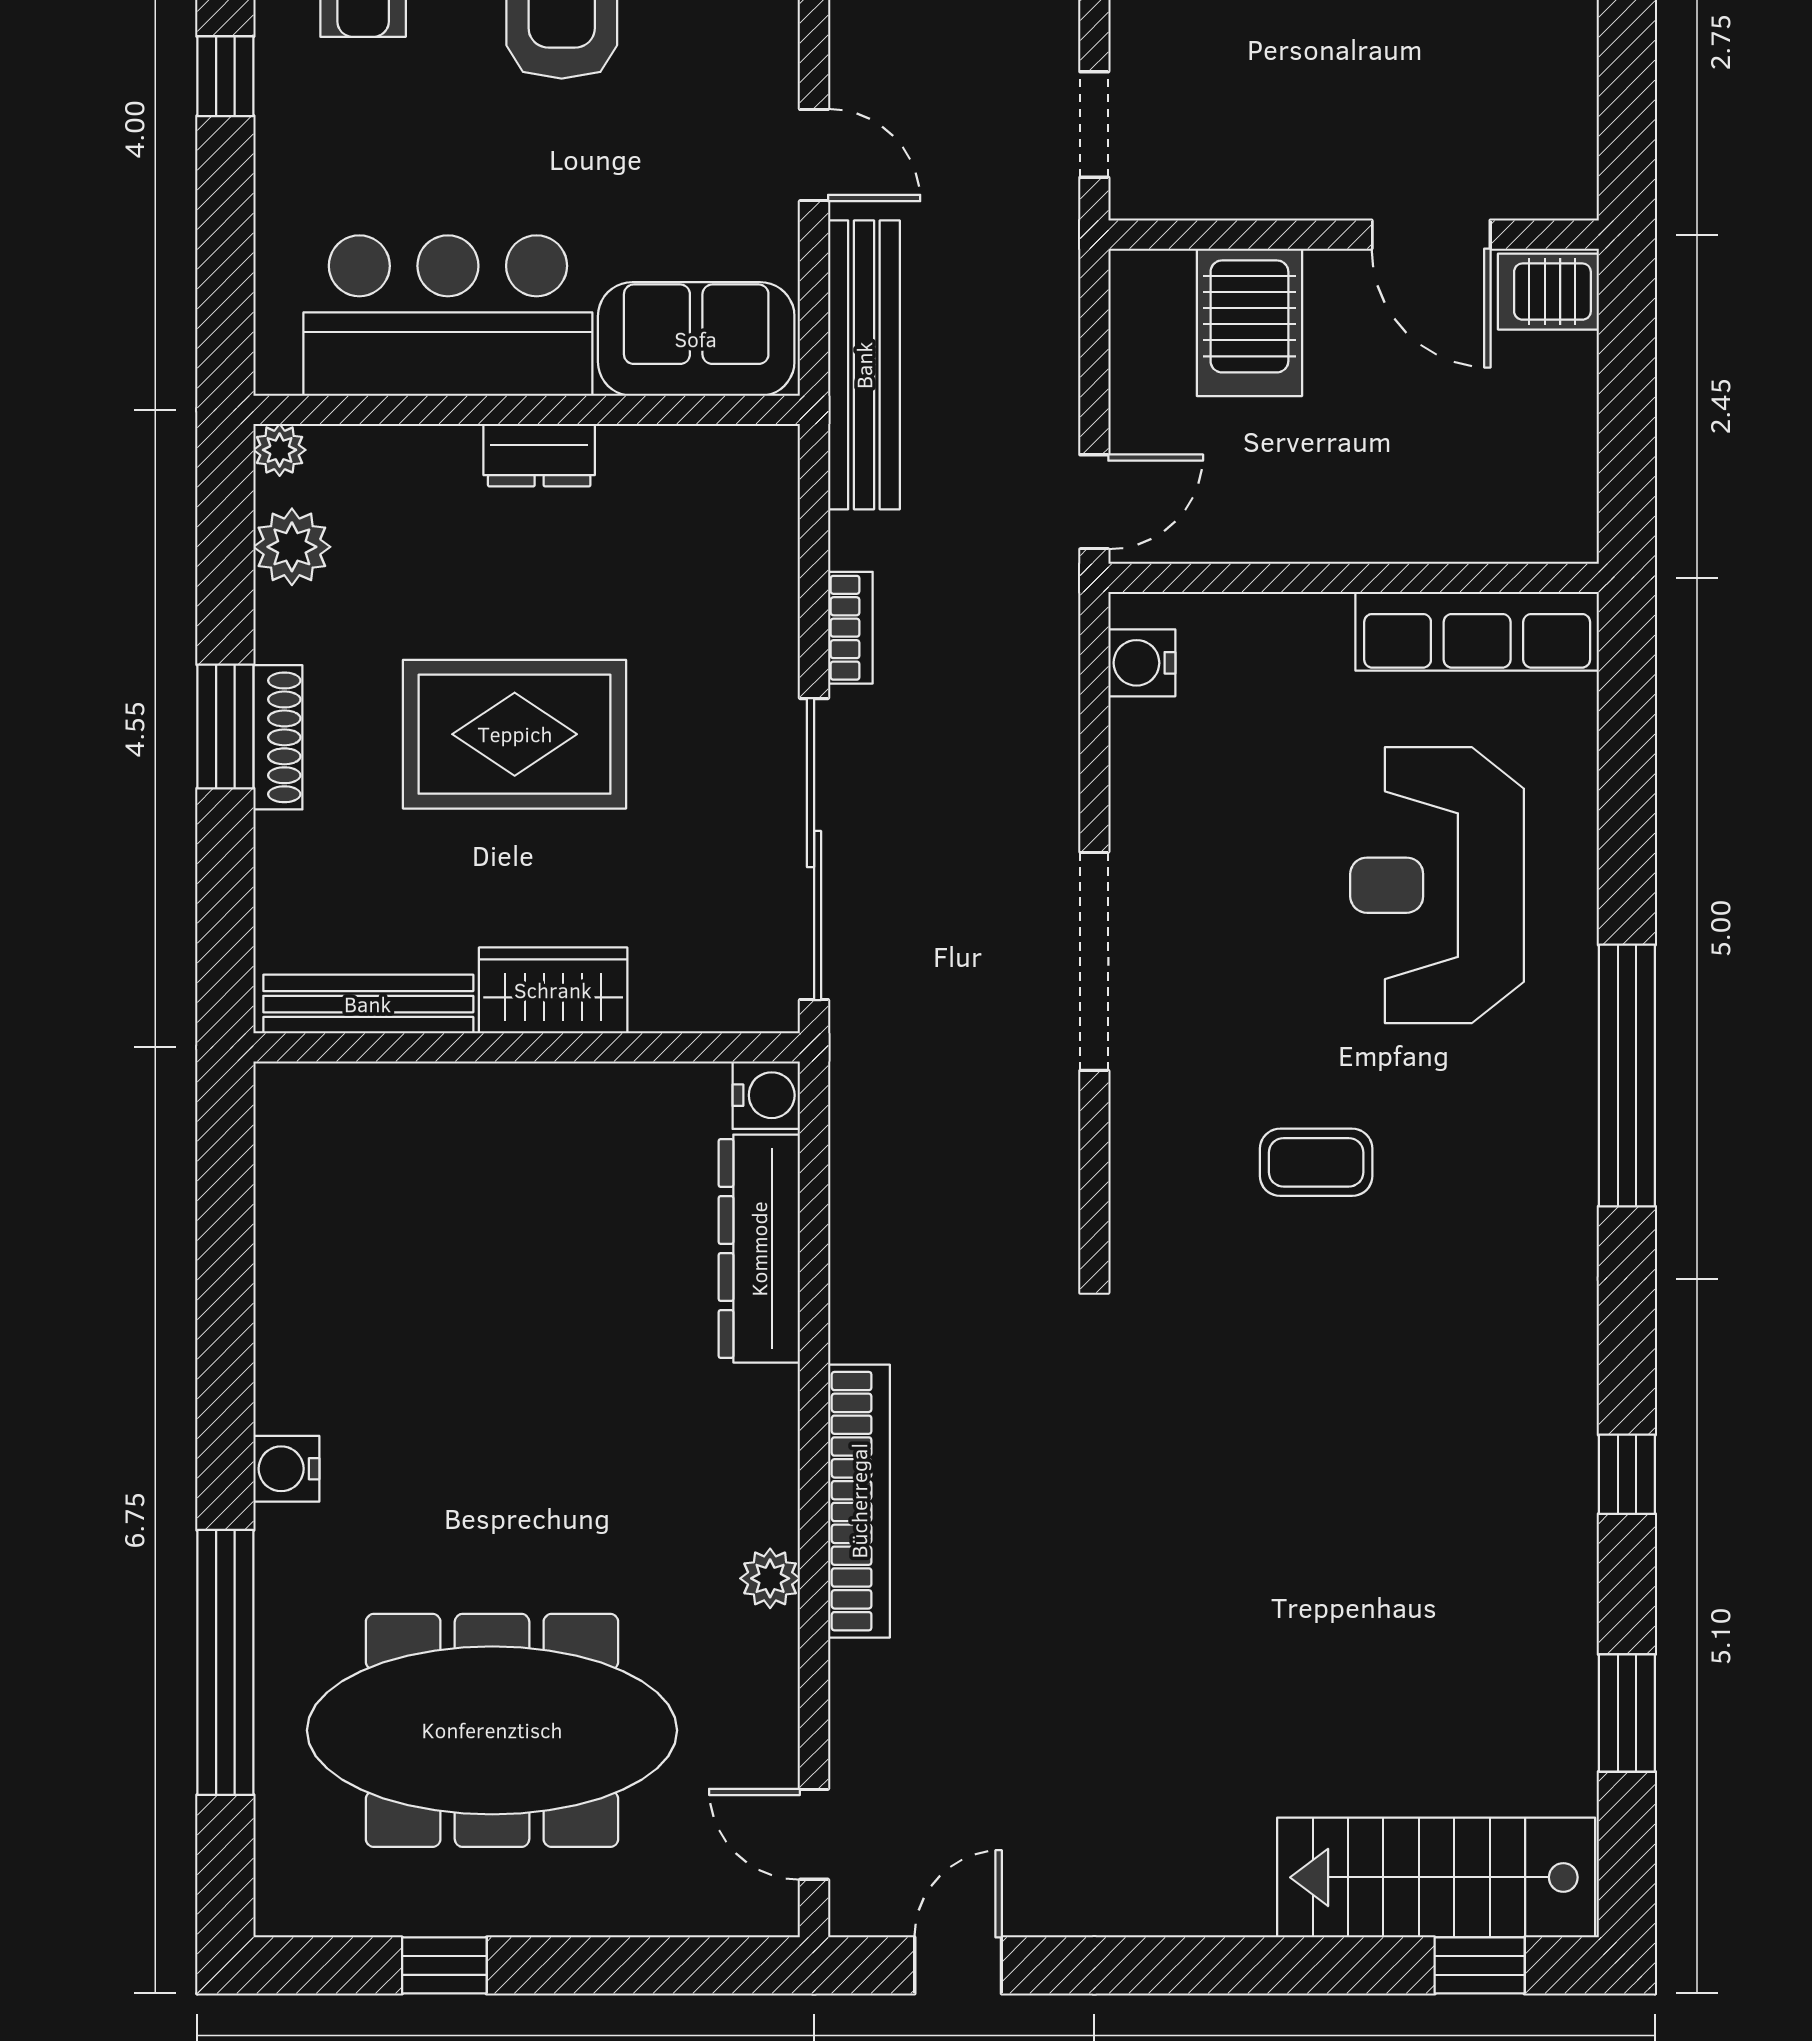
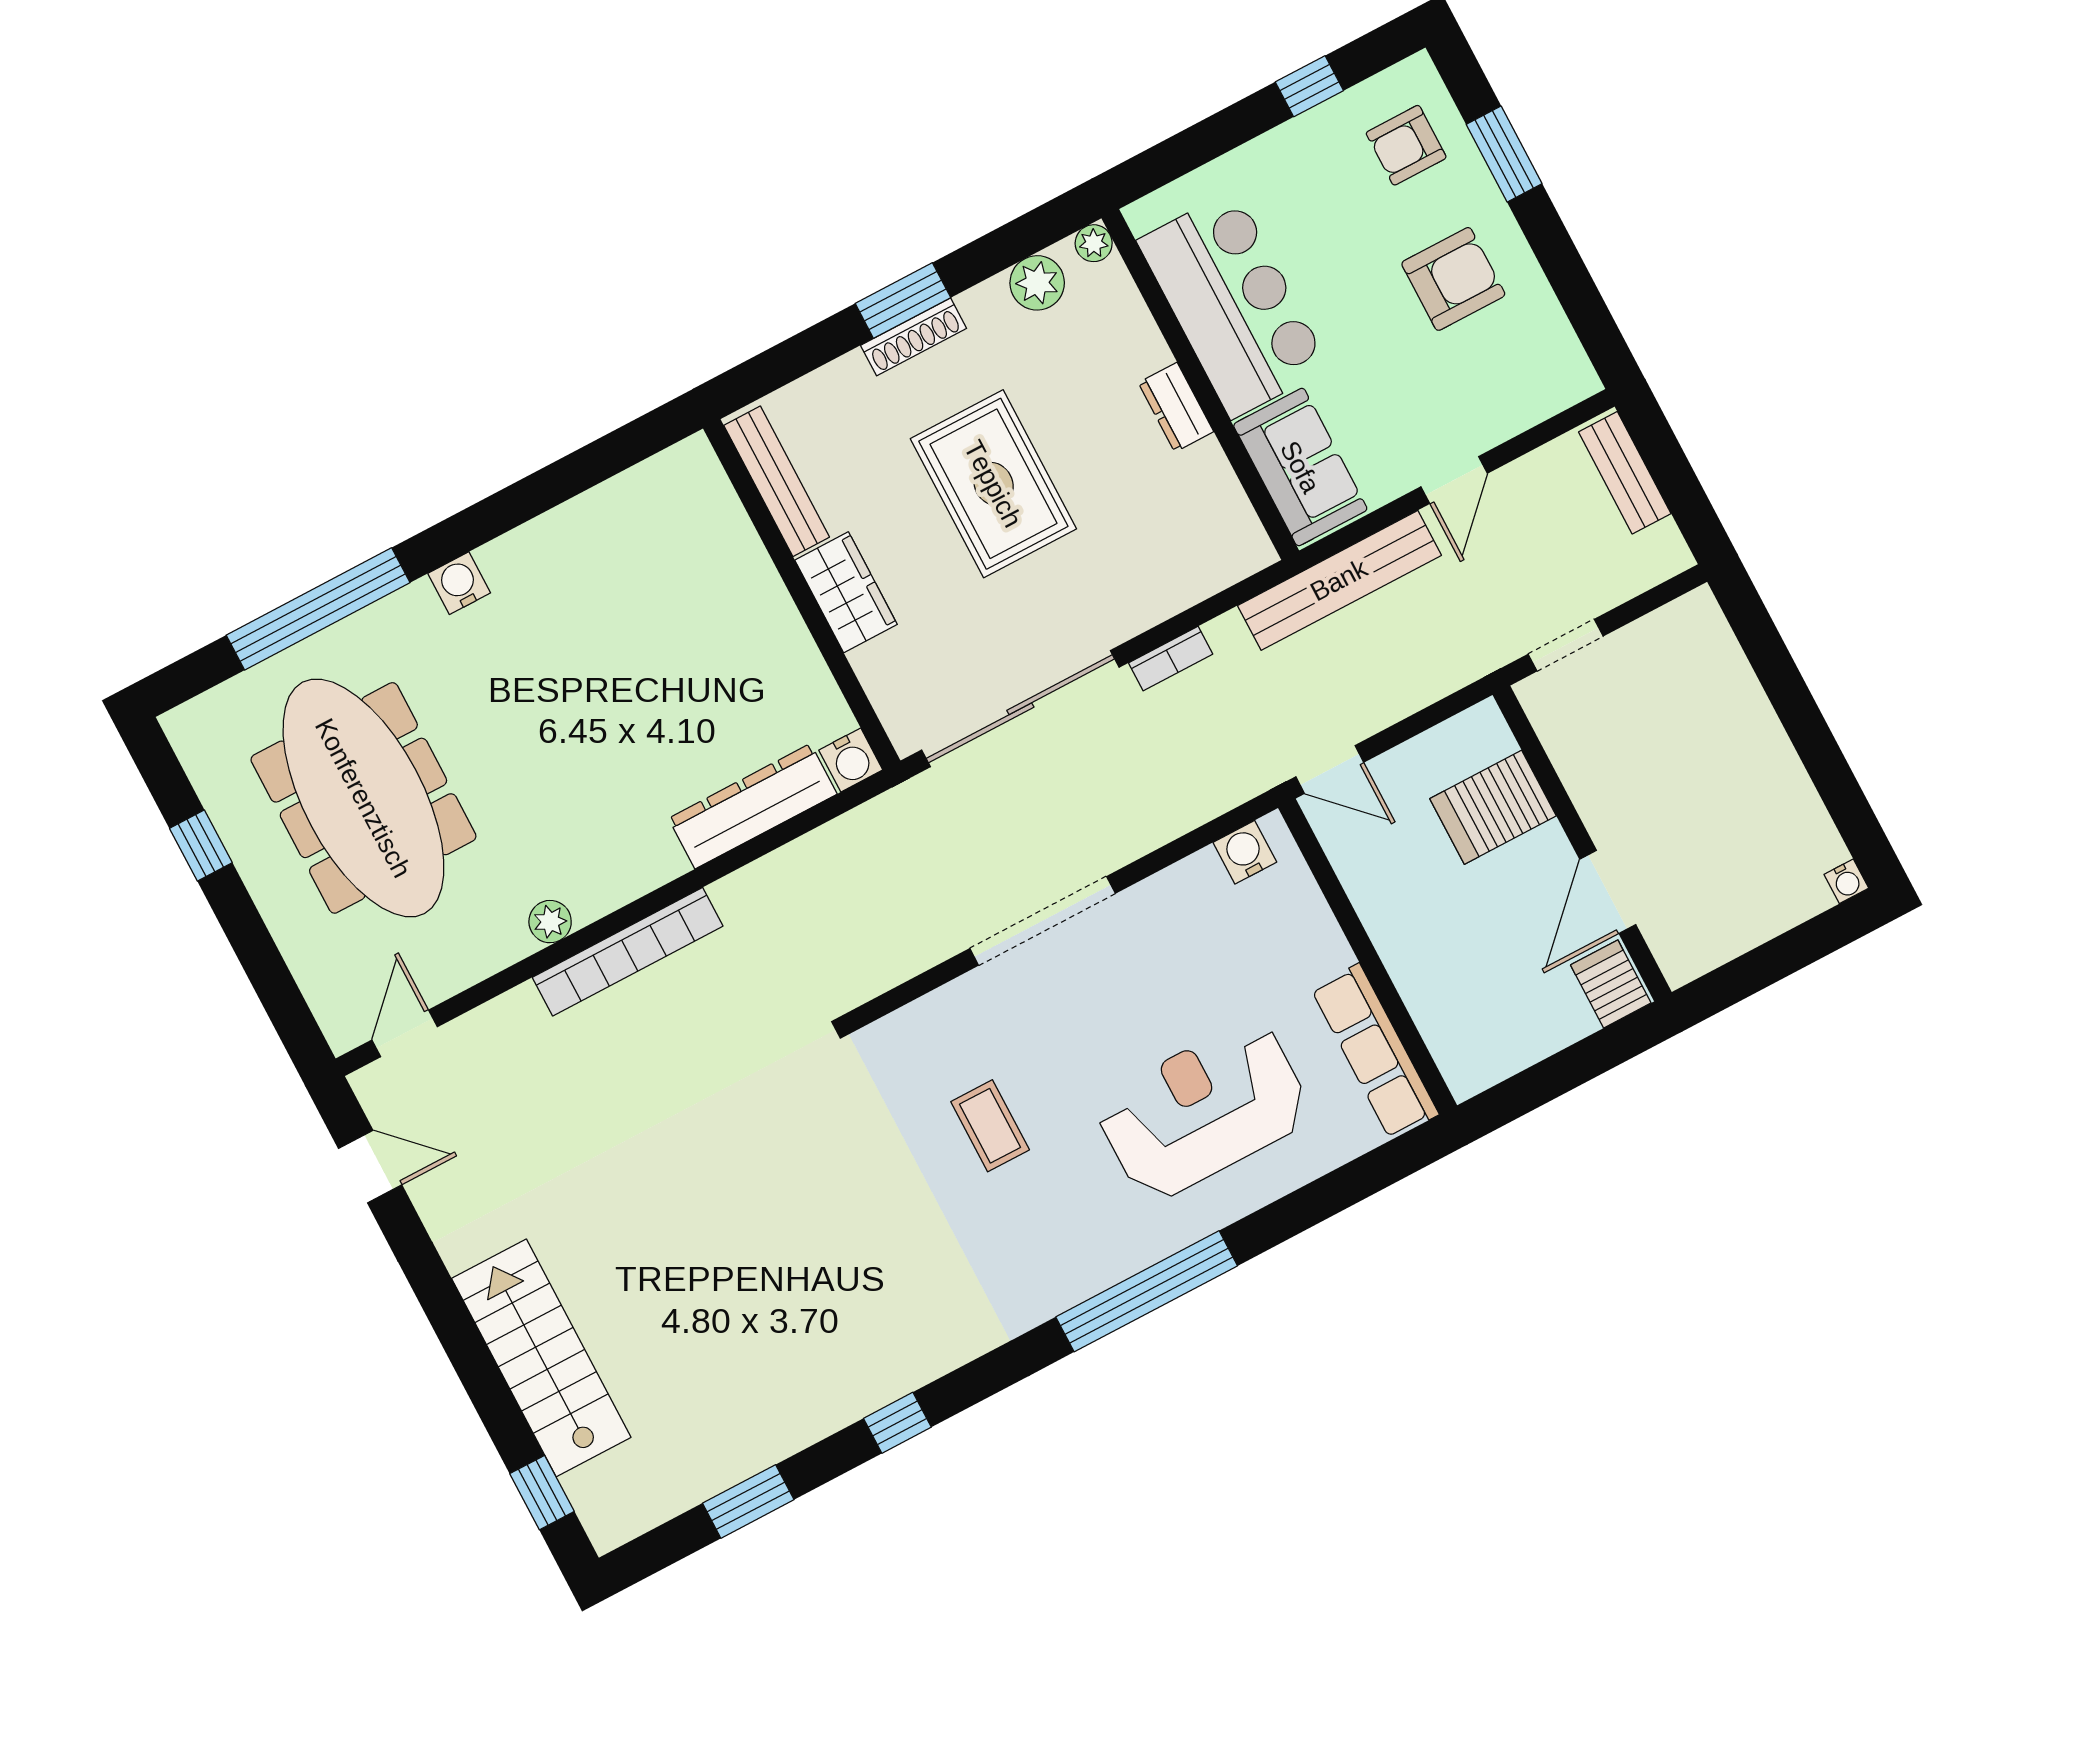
stairs: (1436, 1877) -> (541, 1358), moved

